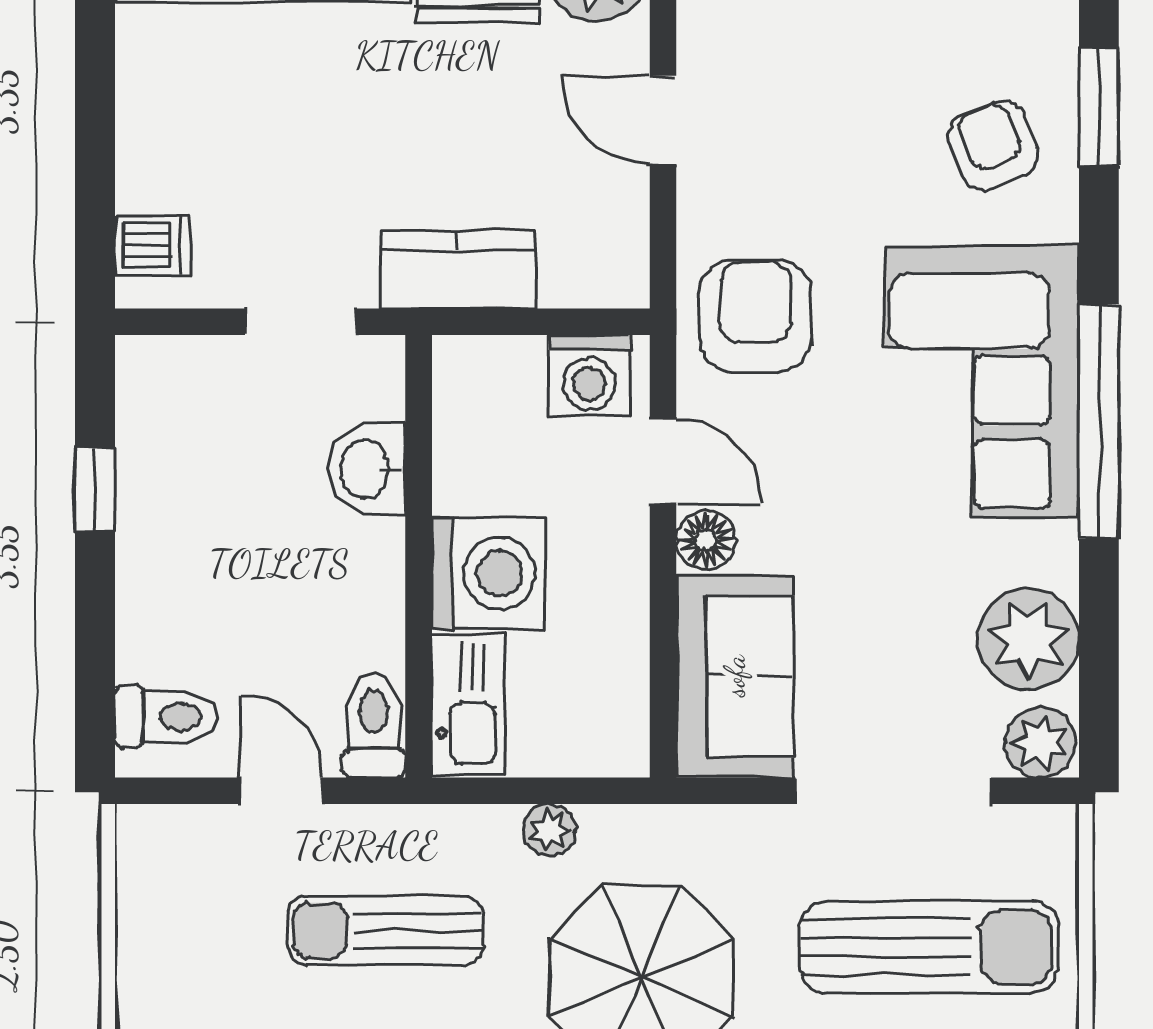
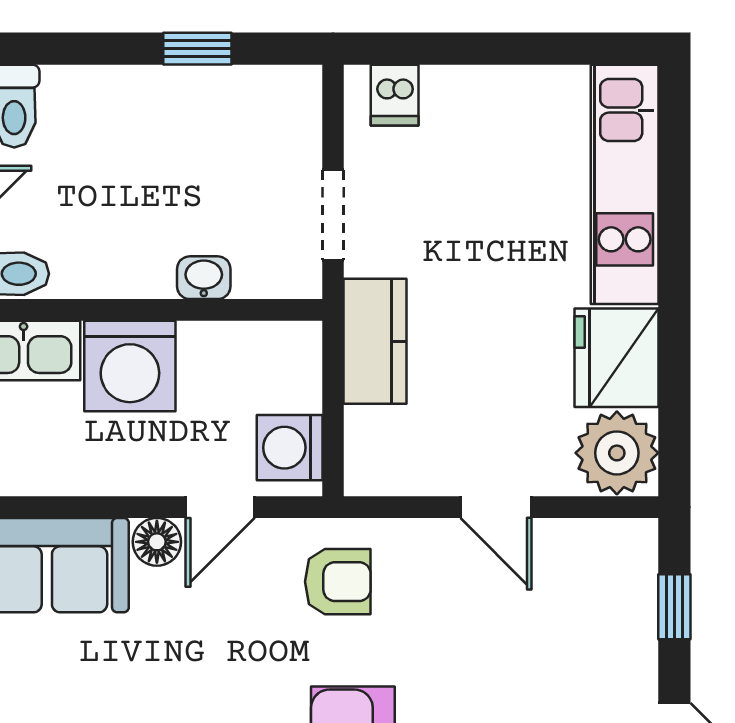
door: (663, 120) -> (496, 507), swing flipped
armchair: (755, 316) -> (338, 582), width x0.72, depth x0.72
washbasin: (367, 469) -> (204, 278), width x0.72, depth x0.69

